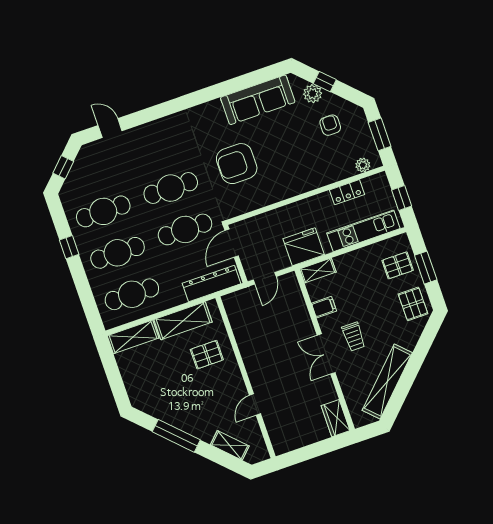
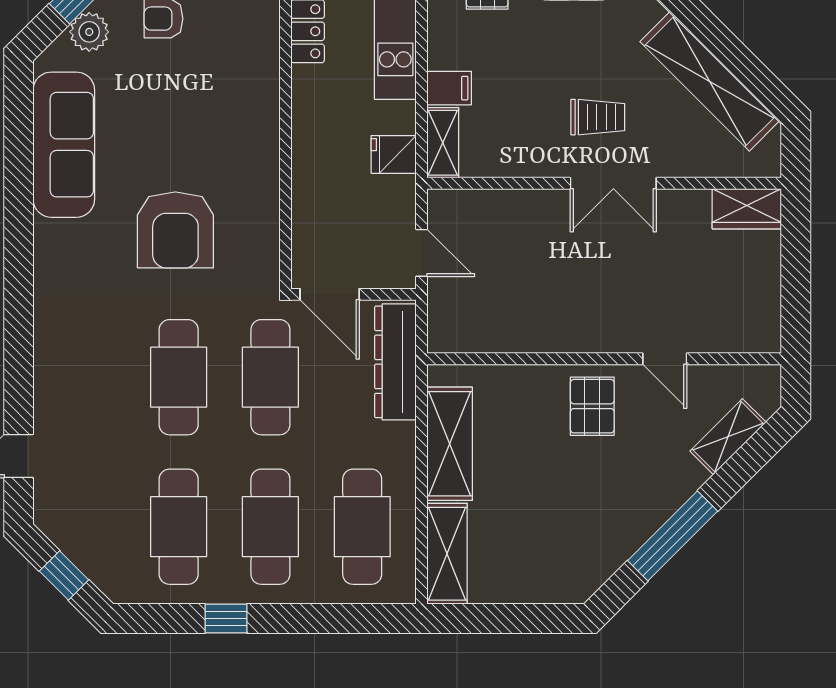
fridge: (304, 247) -> (394, 154), width x0.53, depth x0.75
filing cabinet: (324, 307) -> (449, 88), moved, turned 90
pallet: (207, 355) -> (592, 406), moved

